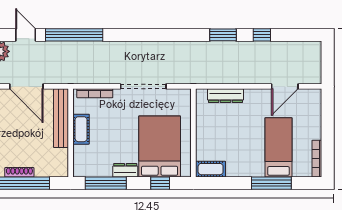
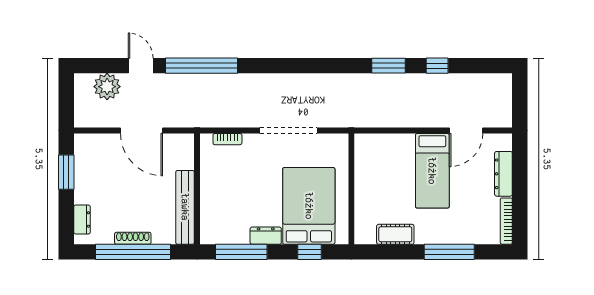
bookcase: (95, 93) -> (227, 139), width x0.64
dresser: (225, 96) -> (503, 174), moved, turned 90
bench: (61, 118) -> (185, 207), moved
cot: (81, 129) -> (210, 184), removed
bed: (279, 147) -> (432, 171), moved, turned 180
cot: (211, 169) -> (395, 234), moved

